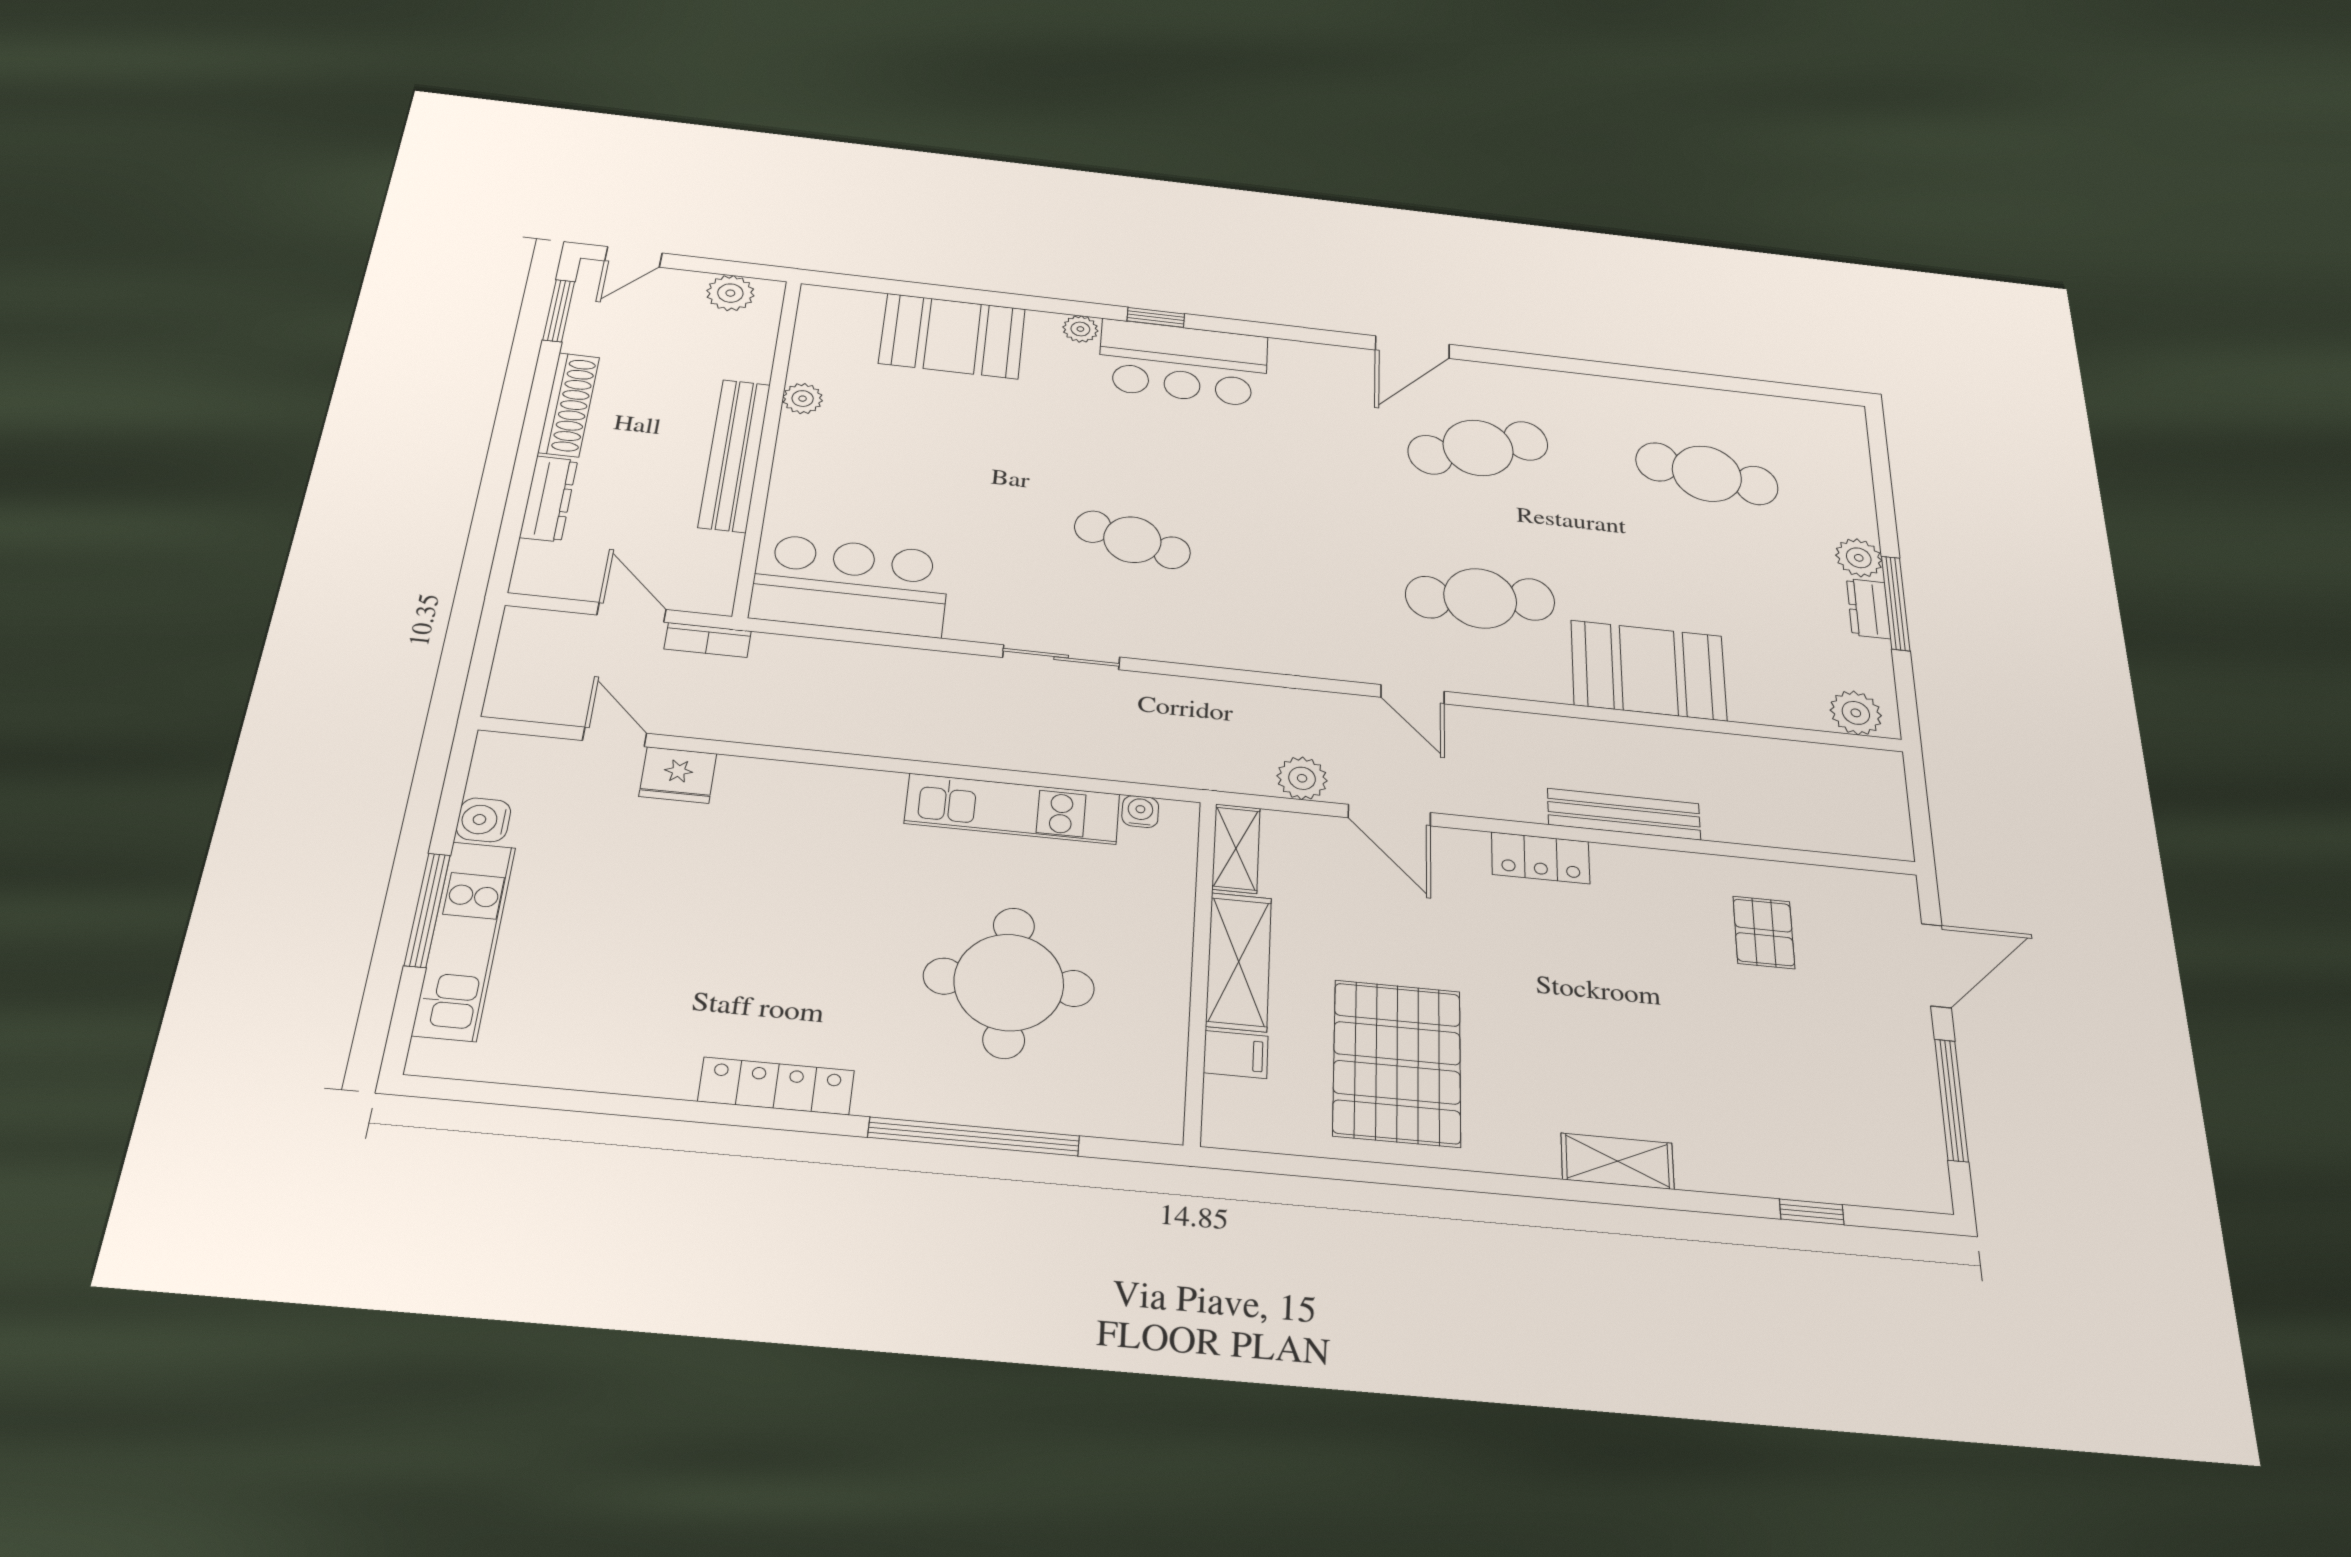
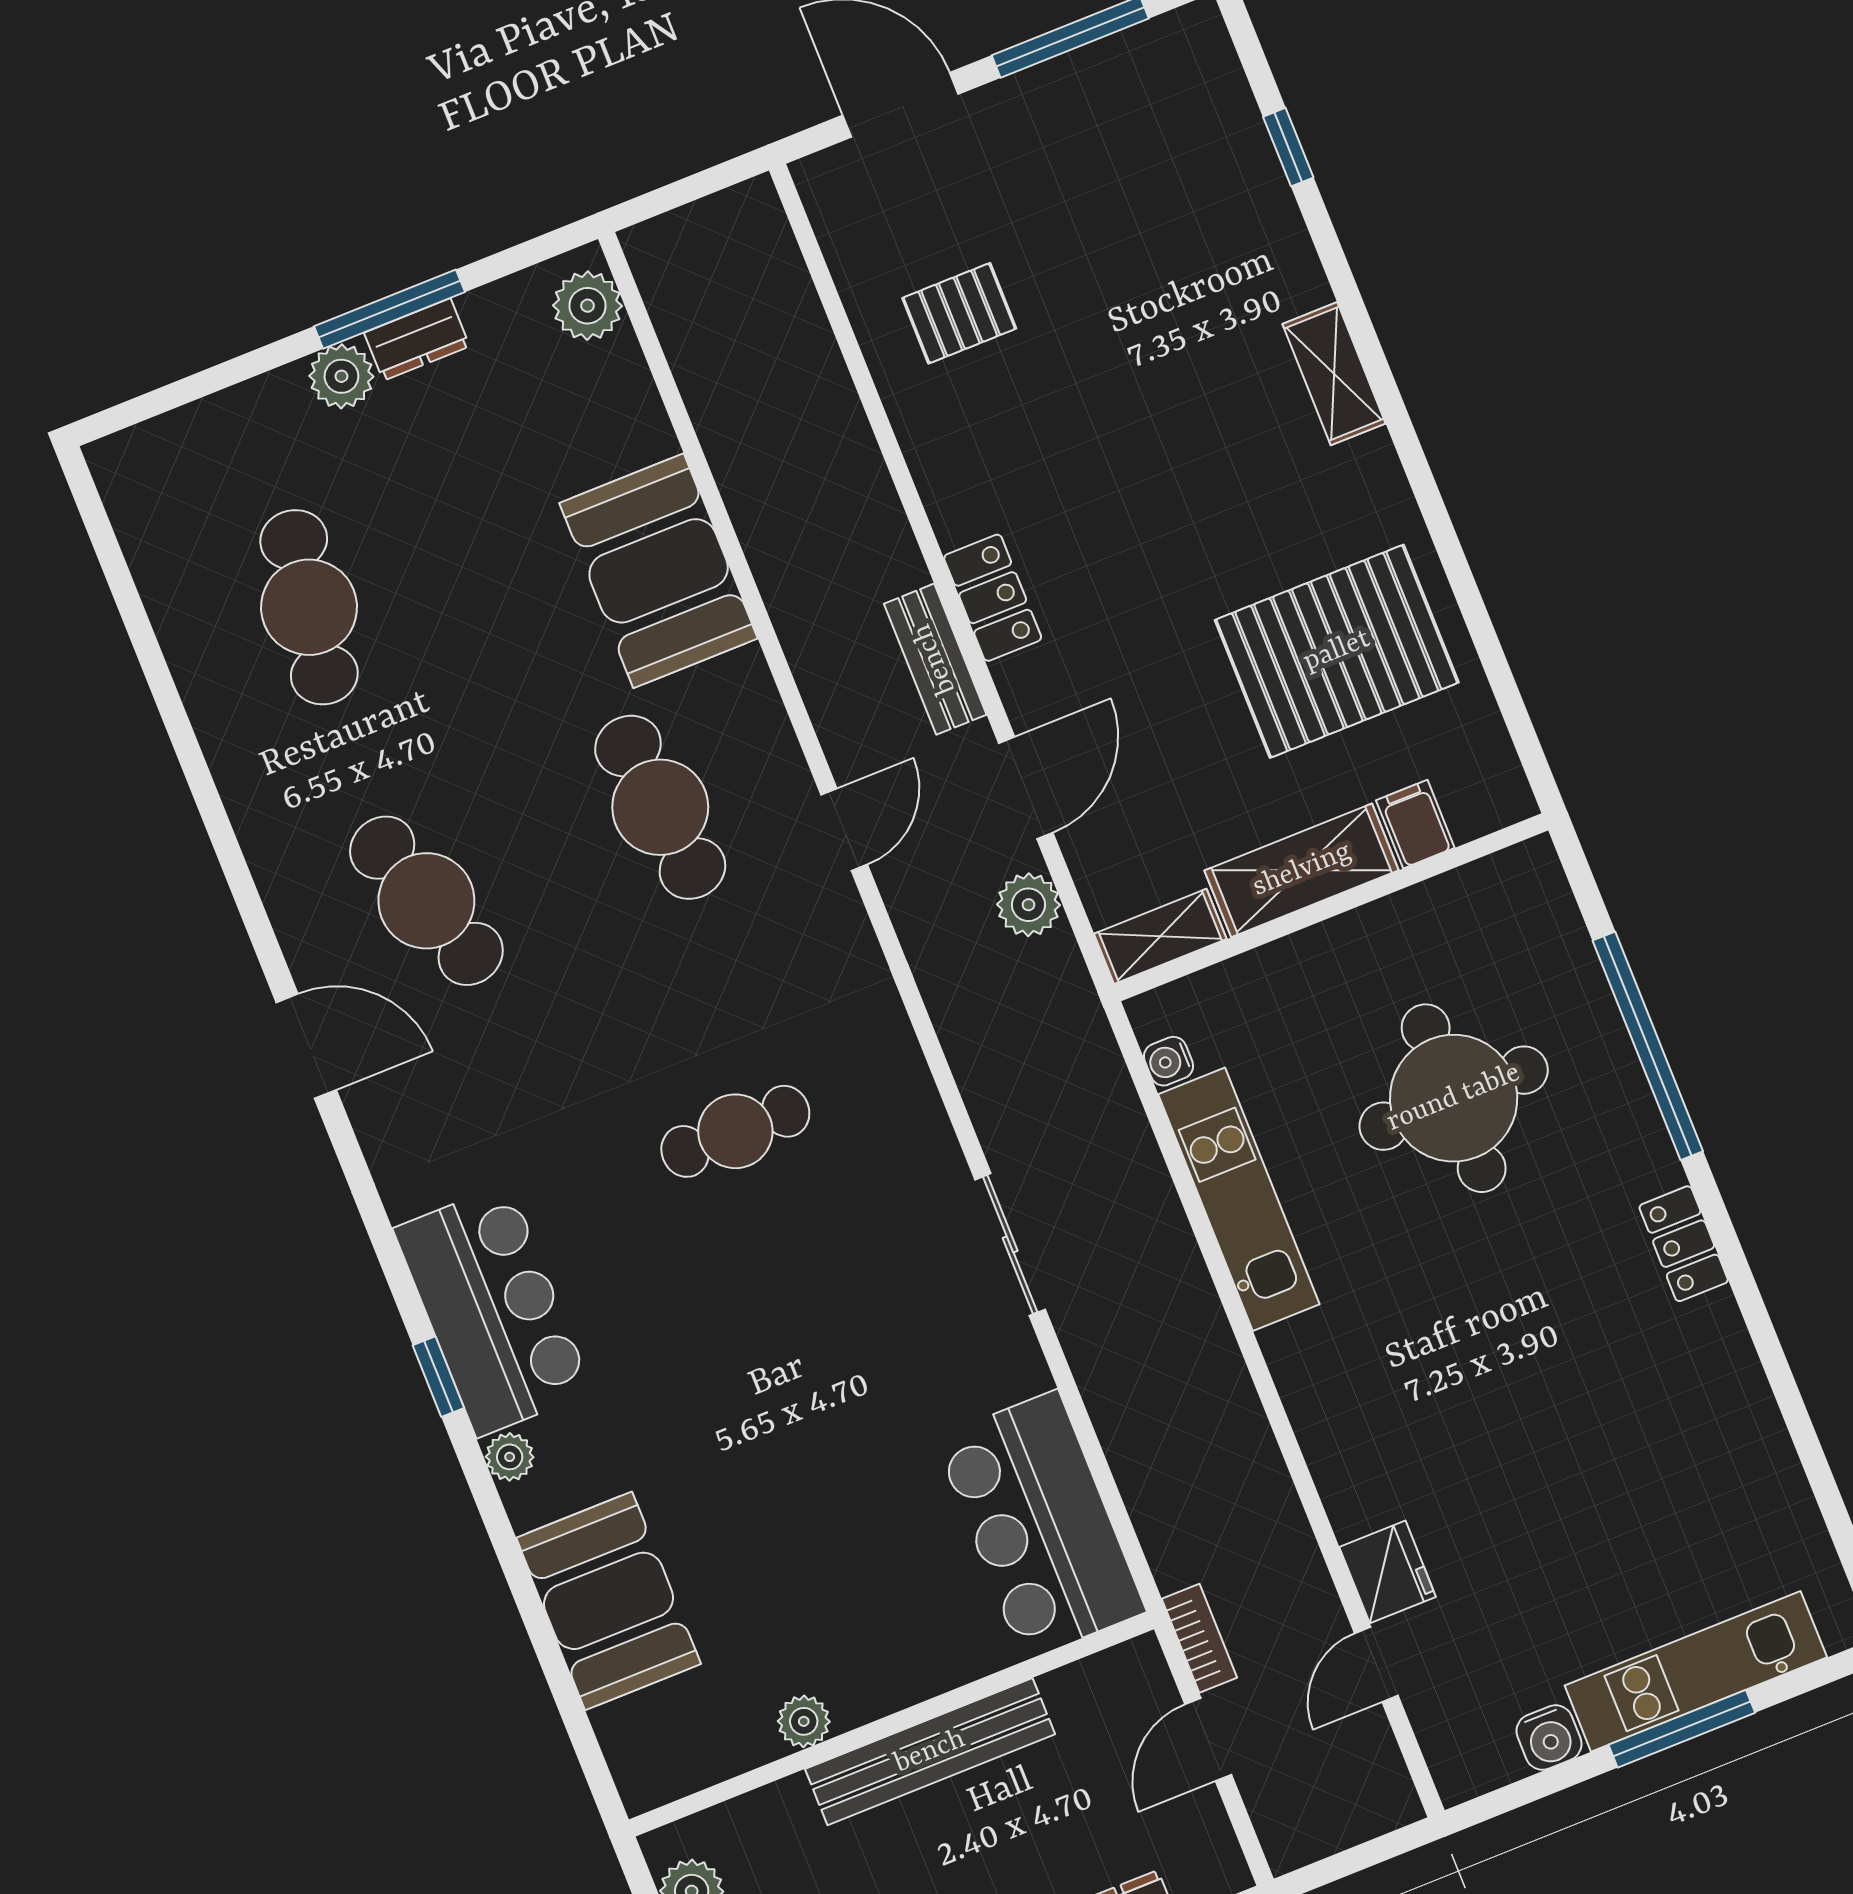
cafe table: (1132, 540) -> (735, 1131), moved, turned 75
bench: (1624, 814) -> (935, 659), moved, width x0.73
locker: (776, 1086) -> (1684, 1244), width x0.66

